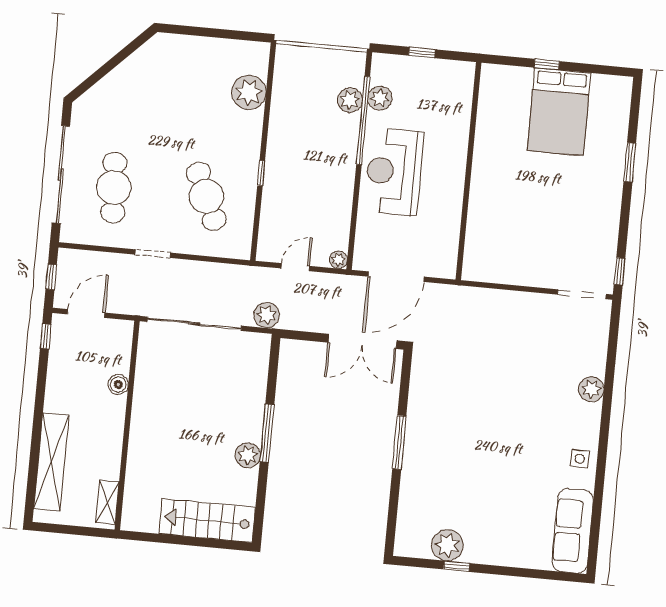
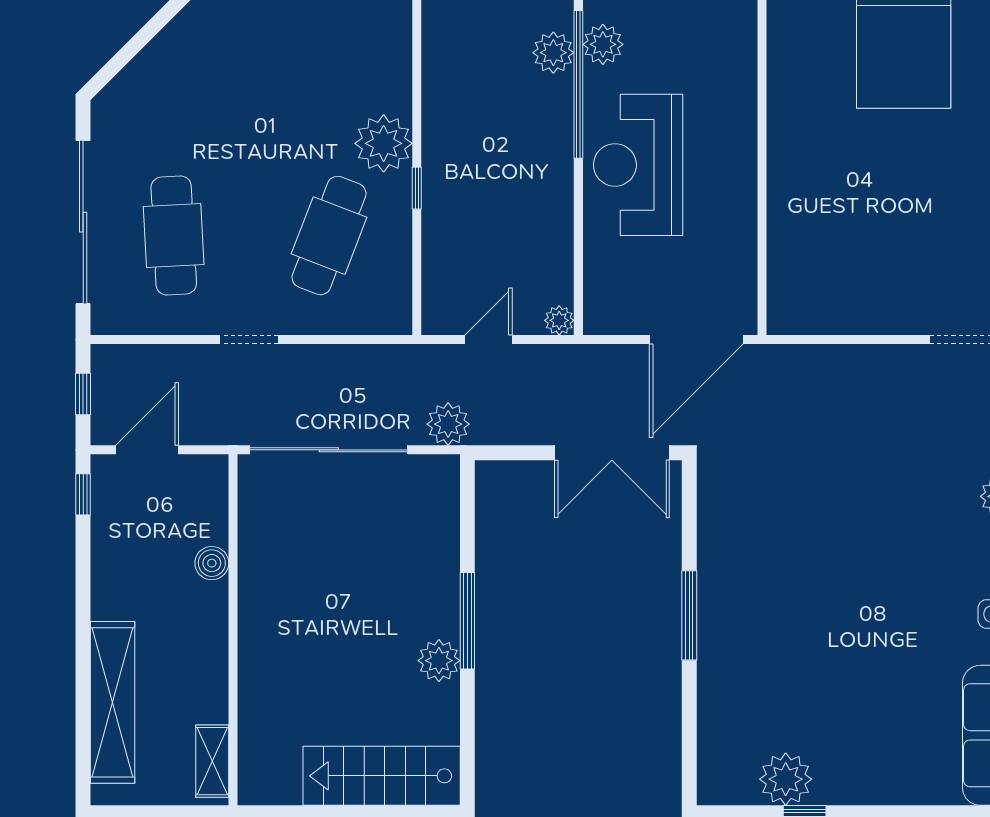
plant: (249, 92) -> (384, 143), moved
cafe table: (206, 196) -> (329, 236), turned 45
door: (396, 277) -> (696, 340), moved

